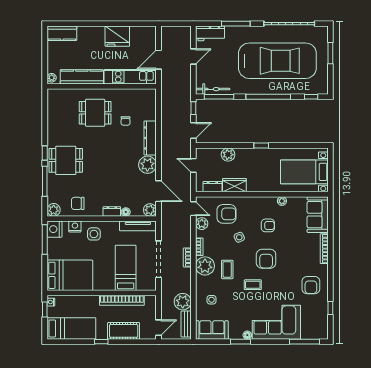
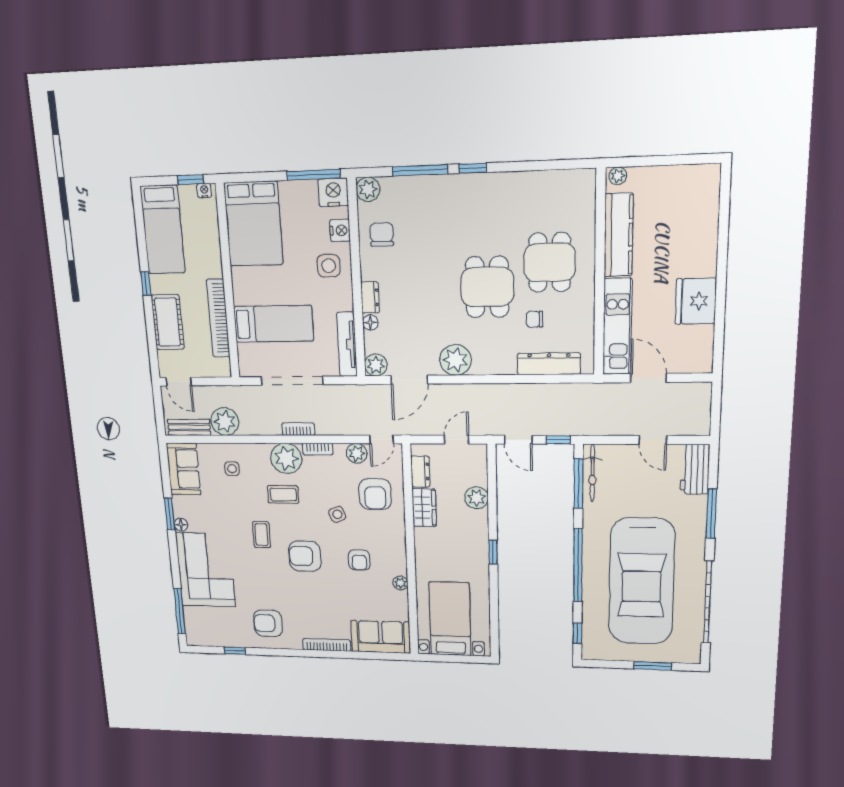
kitchen counter: (62, 33) -> (705, 193), removed
dresser: (150, 138) -> (549, 364), moved
dining table: (66, 160) -> (487, 287), moved

